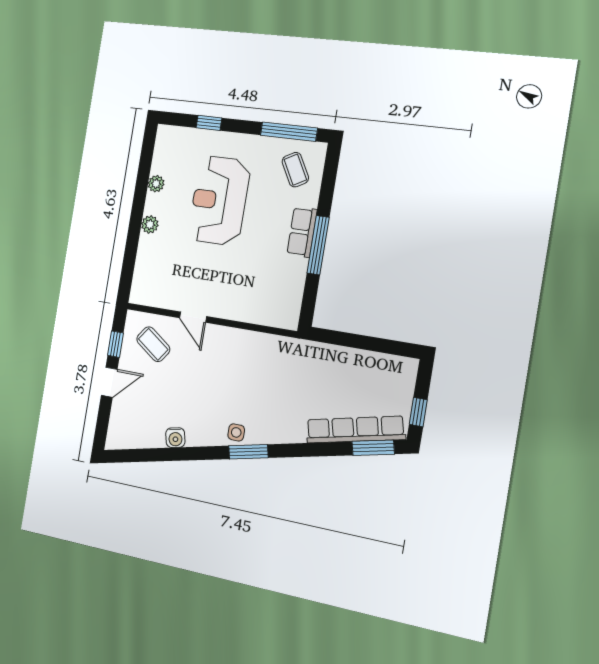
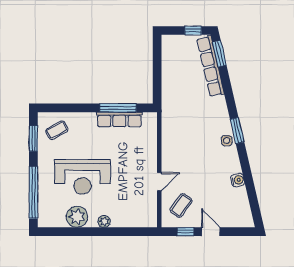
window: (209, 123) -> (33, 192), width x3.17
window: (289, 132) -> (33, 138), width x0.69
plant: (156, 184) -> (77, 217), width x1.87, depth x1.87
row of seats: (302, 232) -> (119, 119), moved, width x1.48
window: (318, 245) -> (118, 108), moved

